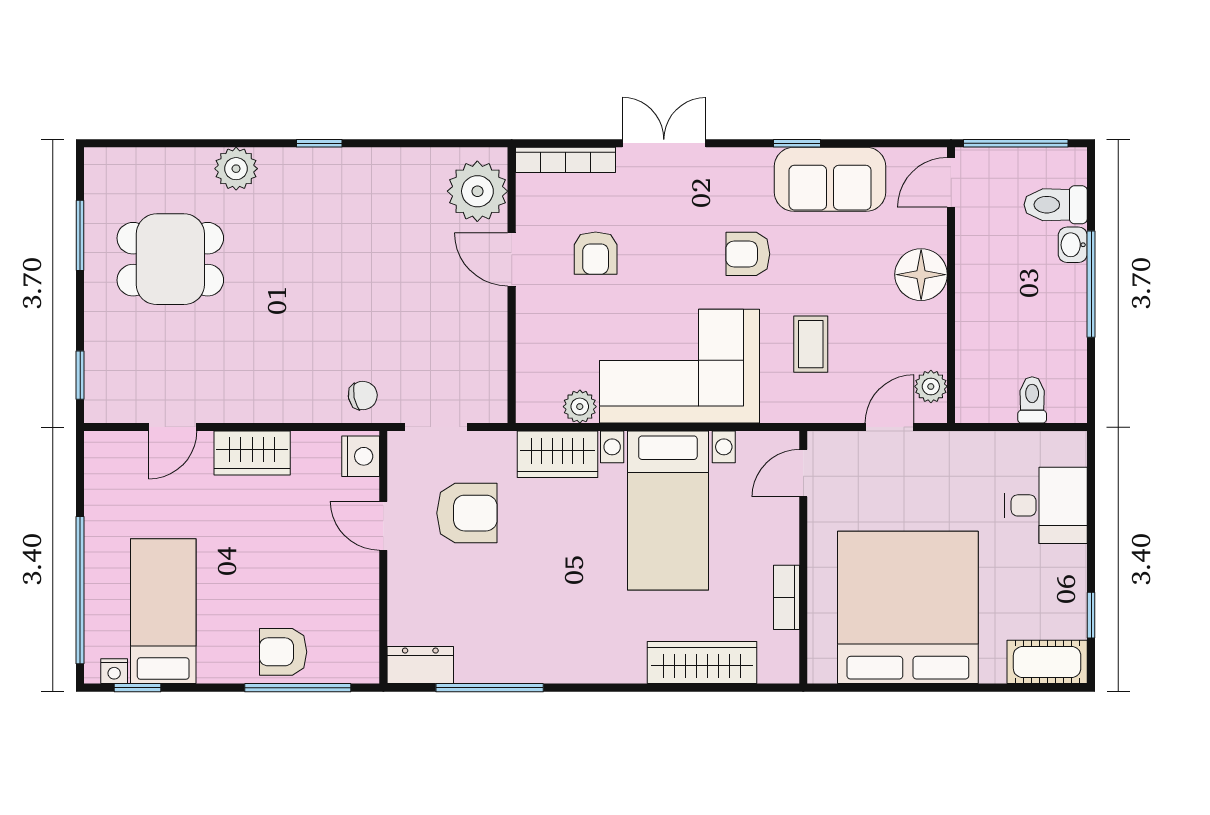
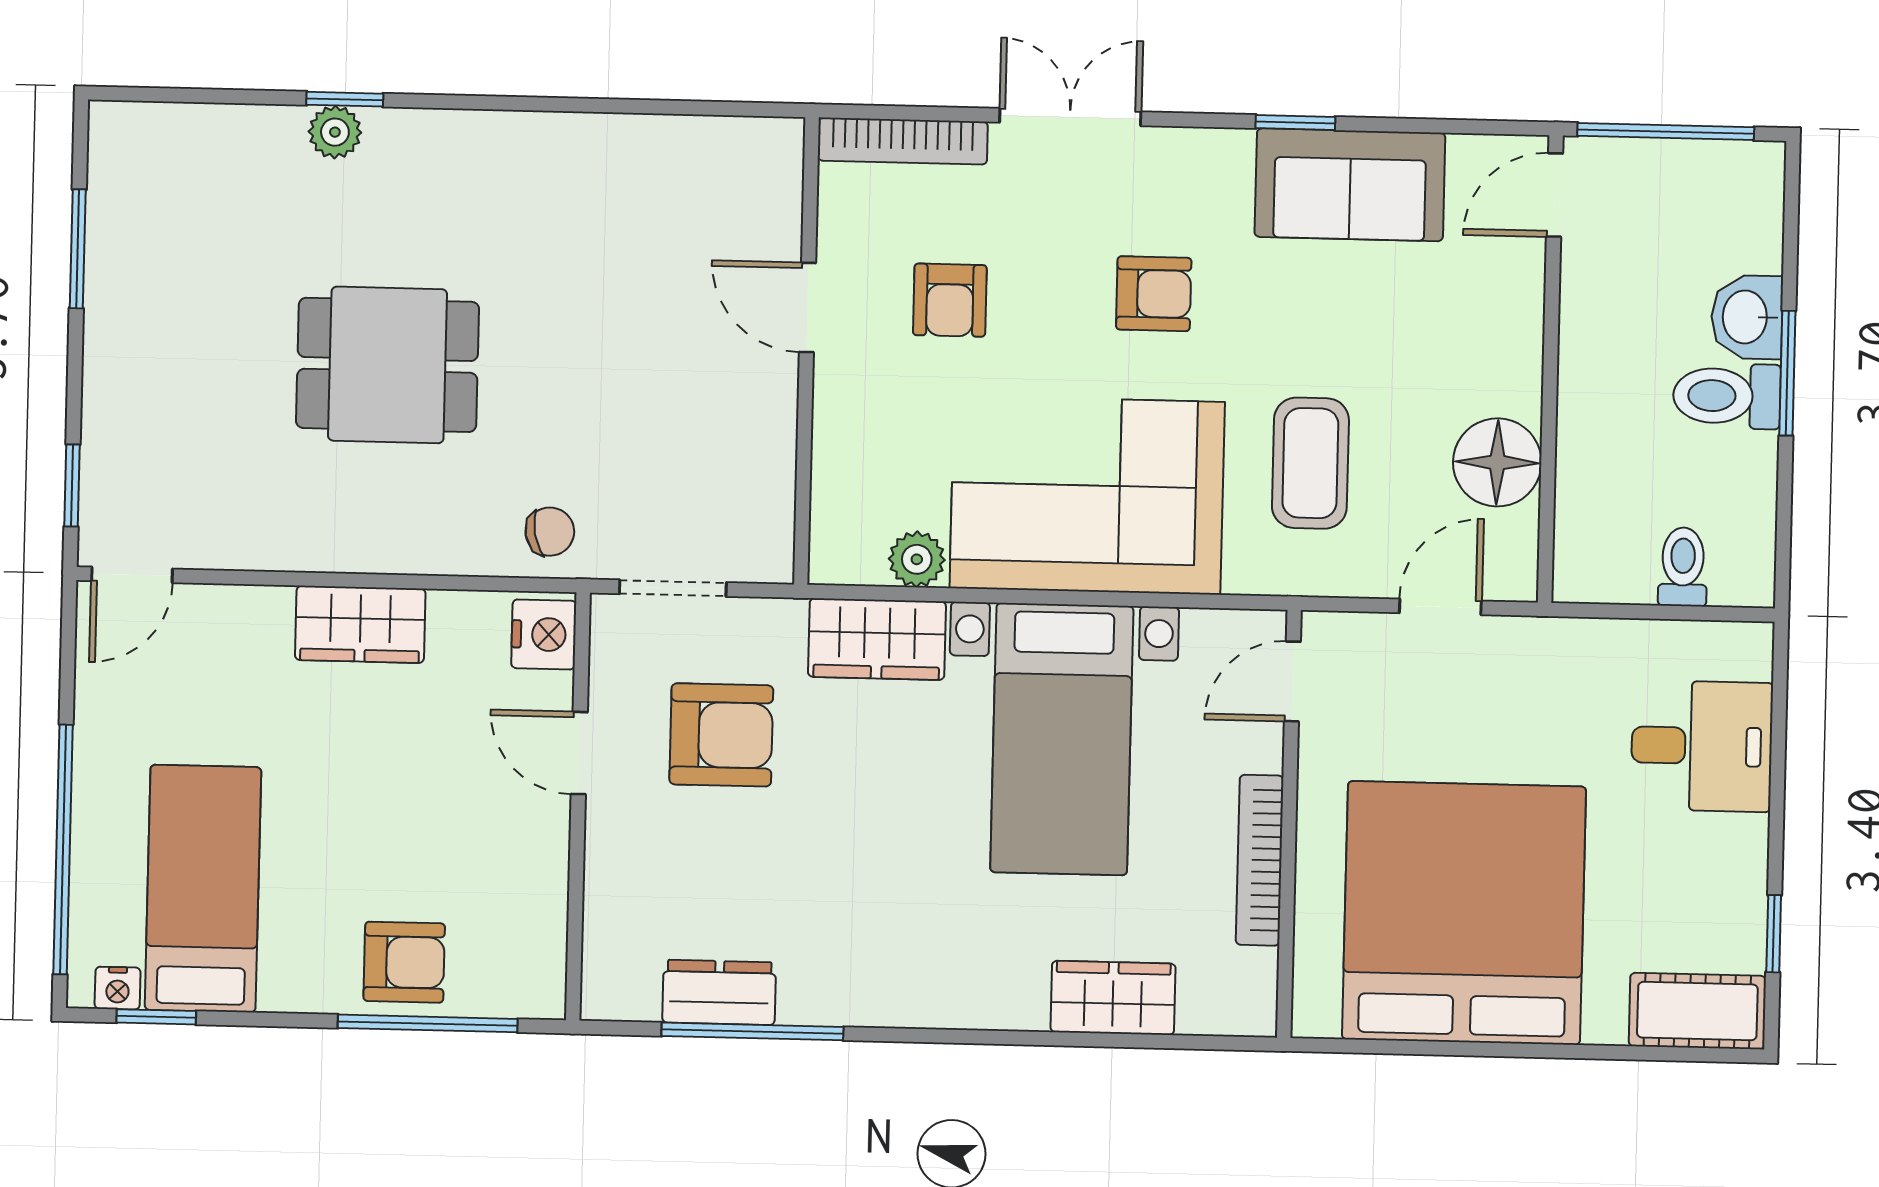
window: (319, 143) -> (345, 99), moved
plant: (236, 169) -> (335, 132), width x0.73, depth x0.73
plant: (477, 191) -> (752, 191), removed
toilet: (1056, 205) -> (1727, 396), moved
washbasin: (1073, 245) -> (1747, 317), width x1.38, depth x1.45
armchair: (748, 254) -> (1154, 294), moved, turned 180
dining table: (170, 259) -> (388, 365), moved
floor lamp: (921, 275) -> (1497, 462), moved
window: (1091, 284) -> (1787, 373), width x0.69
coffee table: (811, 344) -> (1310, 463), width x1.36, depth x1.30
plant: (931, 386) -> (1512, 540), removed
door: (173, 427) -> (132, 575), moved
bookcase: (786, 597) -> (1260, 860), width x1.56
armchair: (283, 652) -> (404, 962), turned 180
wardrobe: (702, 663) -> (1113, 998), width x0.67
dresser: (420, 665) -> (719, 992), moved

